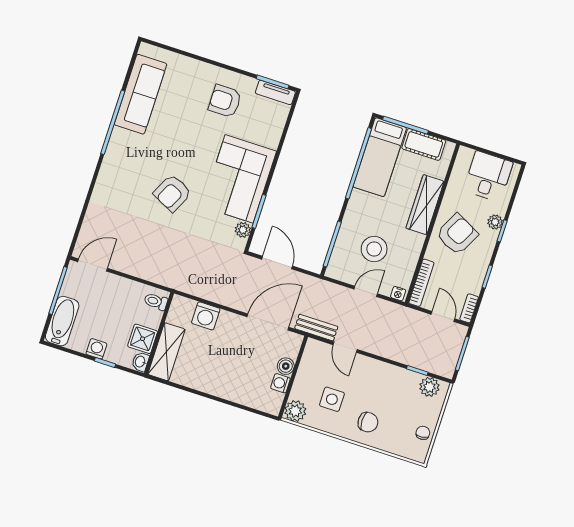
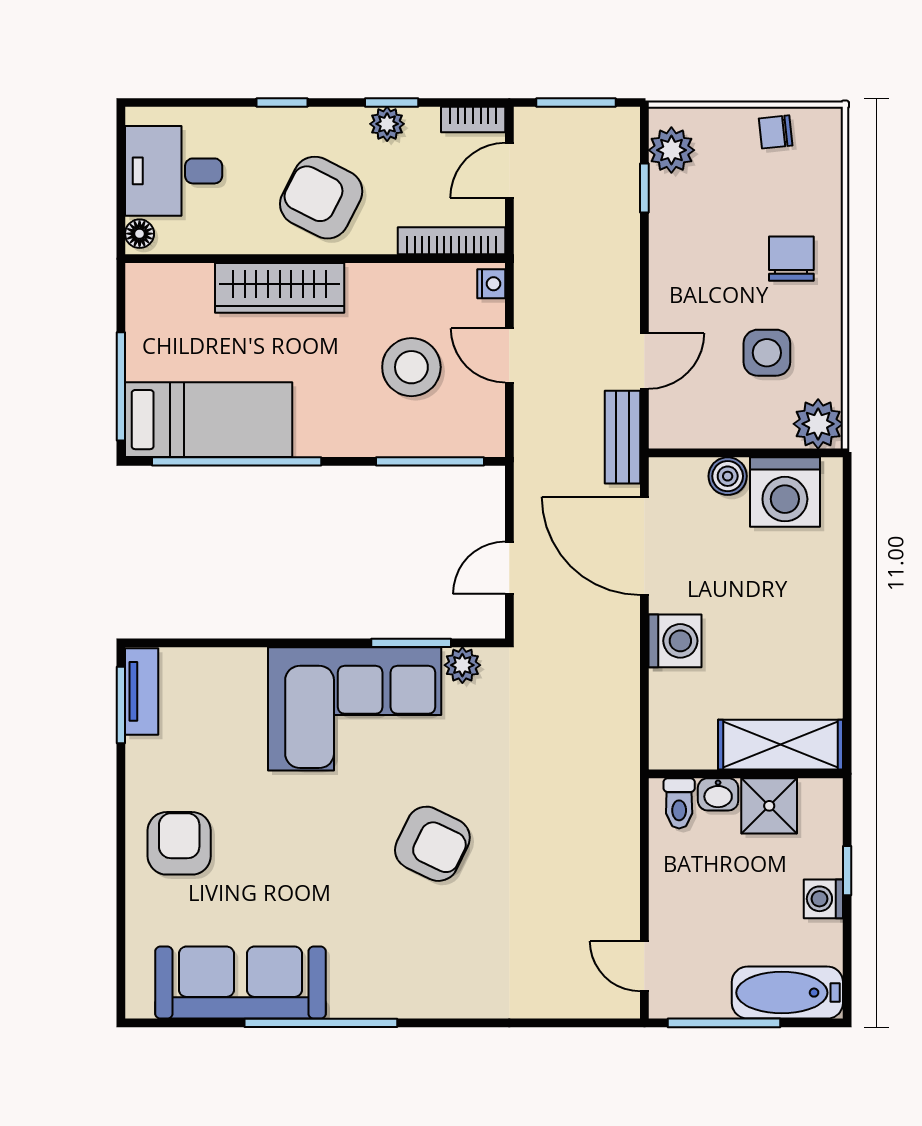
armchair: (225, 101) -> (179, 843), moved, turned 180
cot: (424, 144) -> (150, 333), removed
floor lamp: (467, 154) -> (140, 234), added
plant: (495, 222) -> (387, 124), moved
door: (277, 263) -> (509, 568), width x0.73
door: (93, 265) -> (644, 966), width x0.73
washing machine: (206, 316) -> (675, 641), moved
washbasin: (140, 362) -> (718, 794), moved
washing machine: (280, 383) -> (785, 492), width x1.89, depth x1.89

